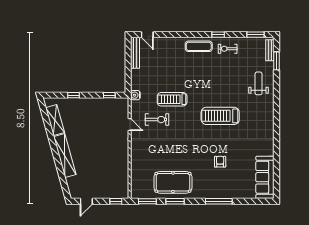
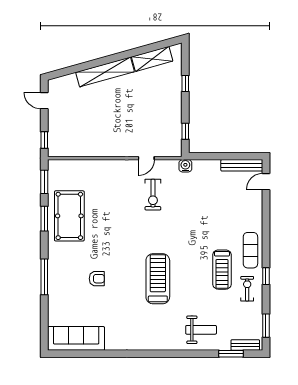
treadmill: (172, 99) -> (222, 270), moved, turned 180

